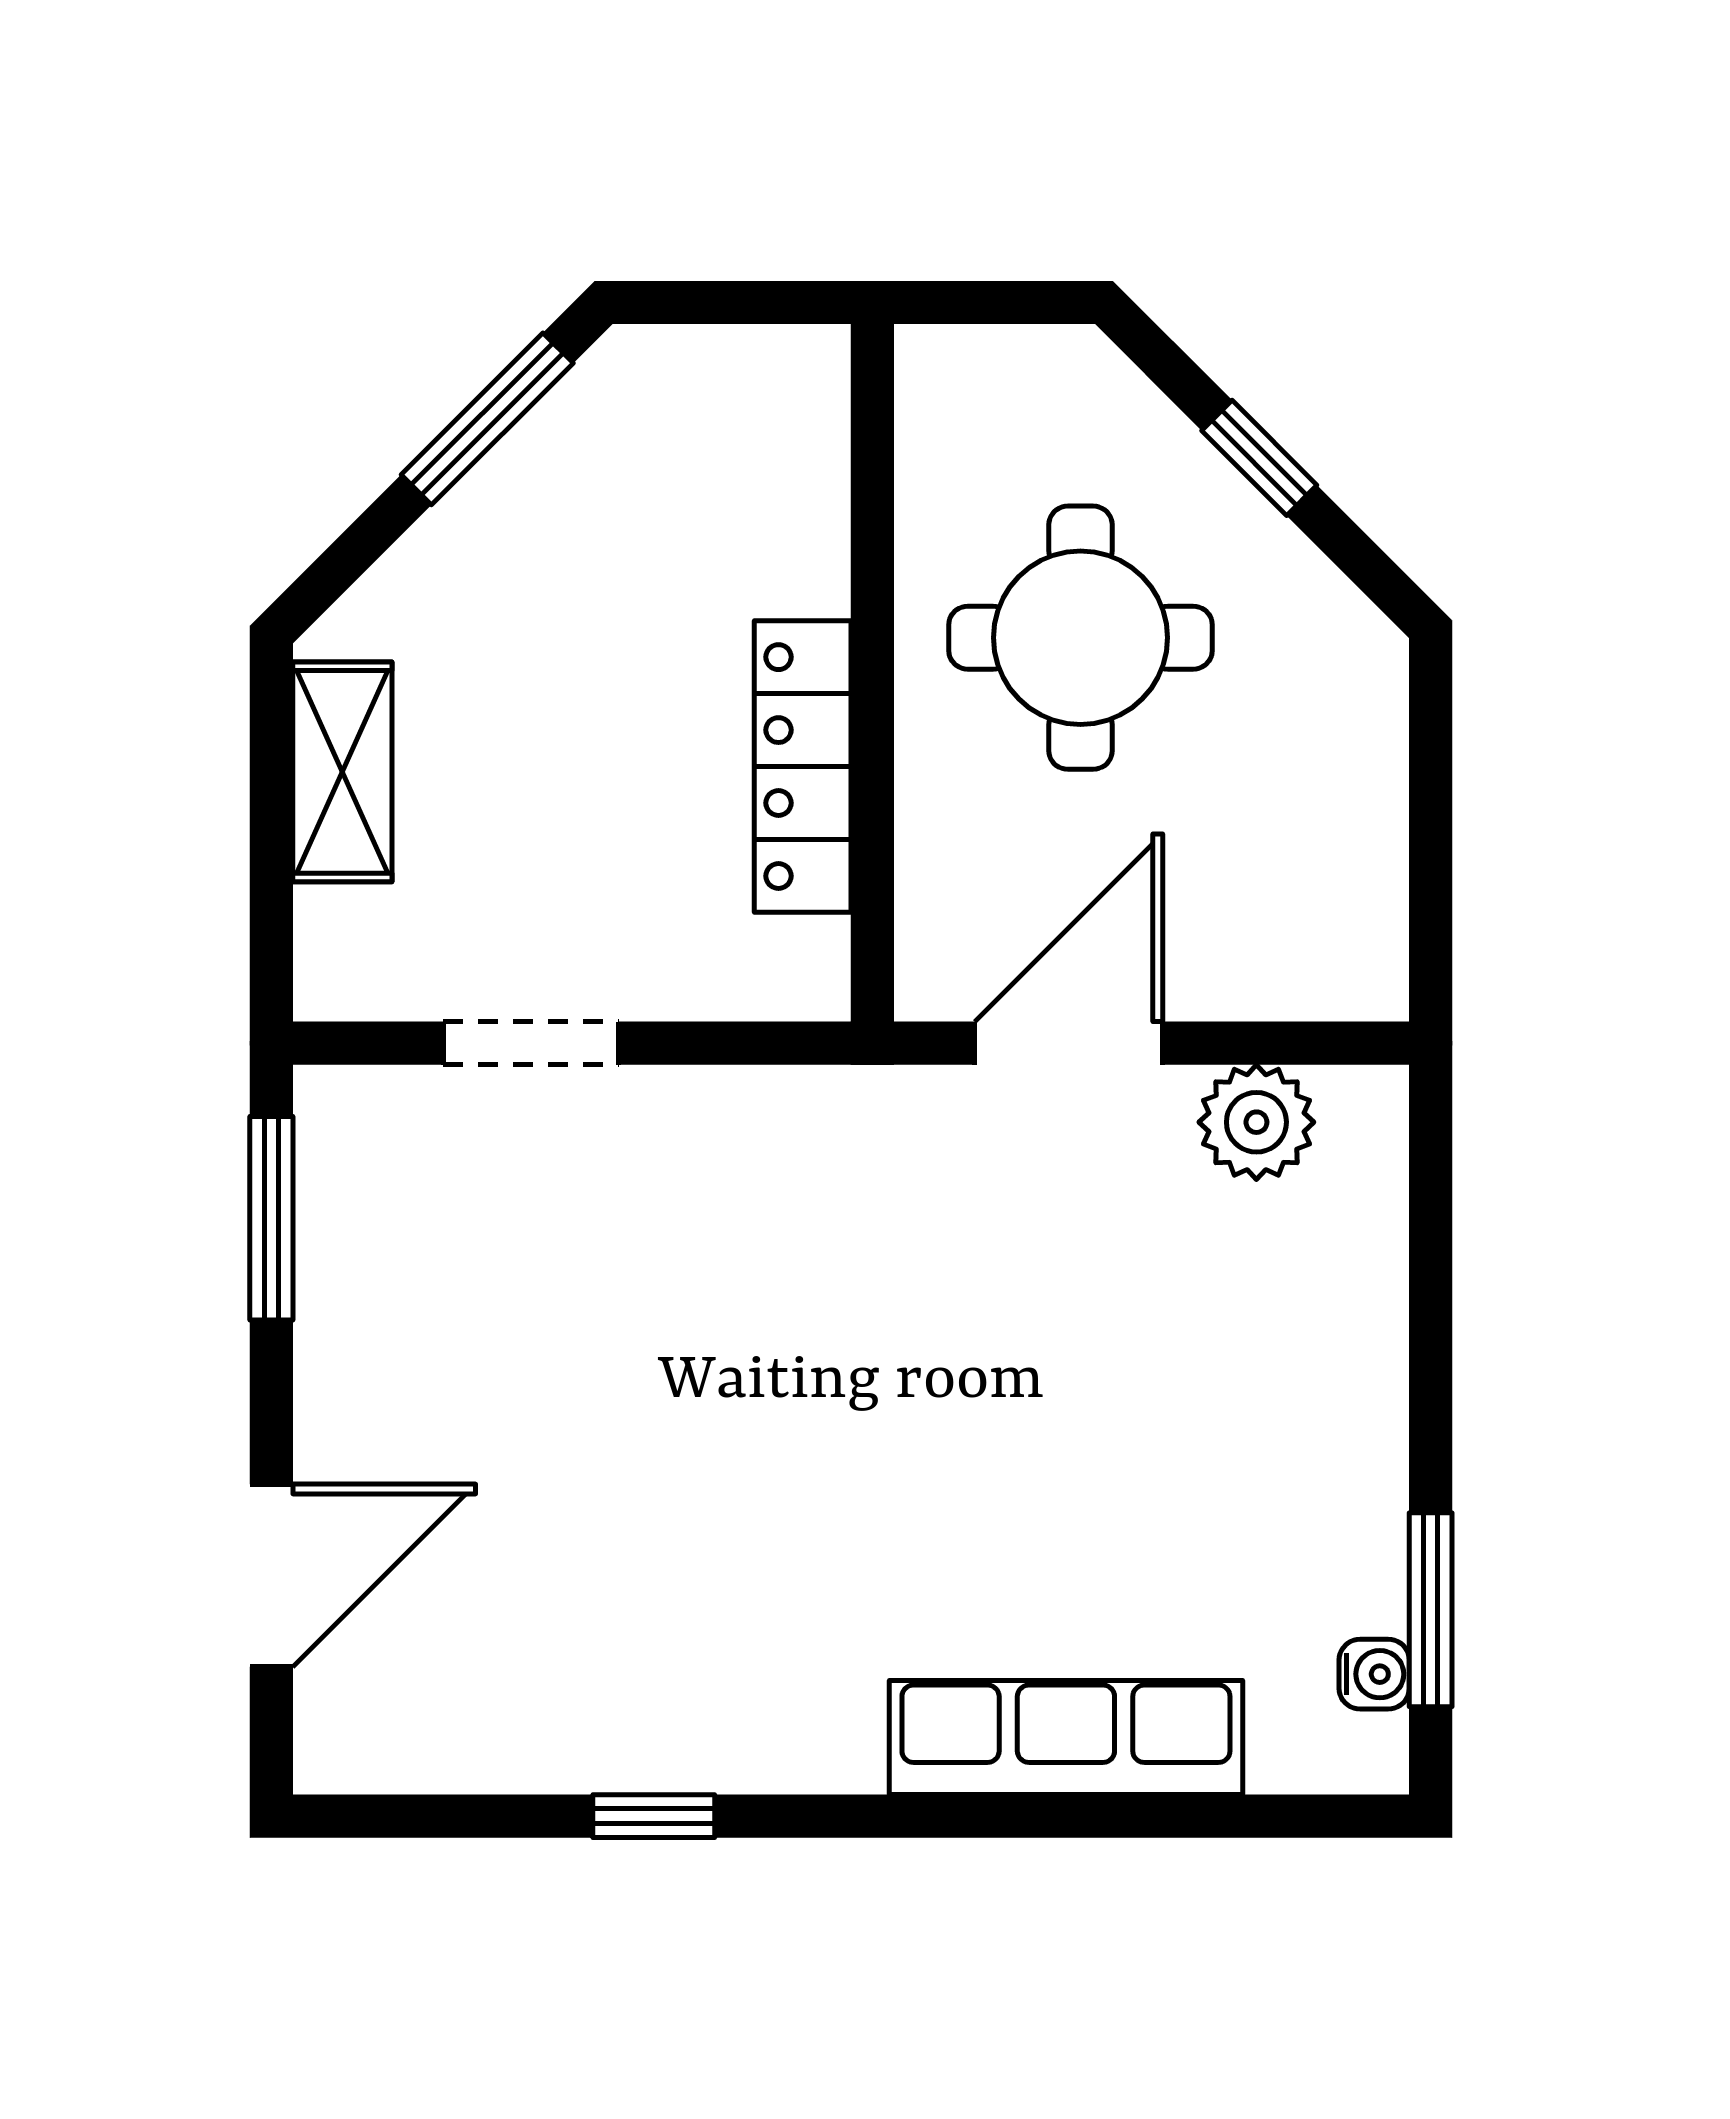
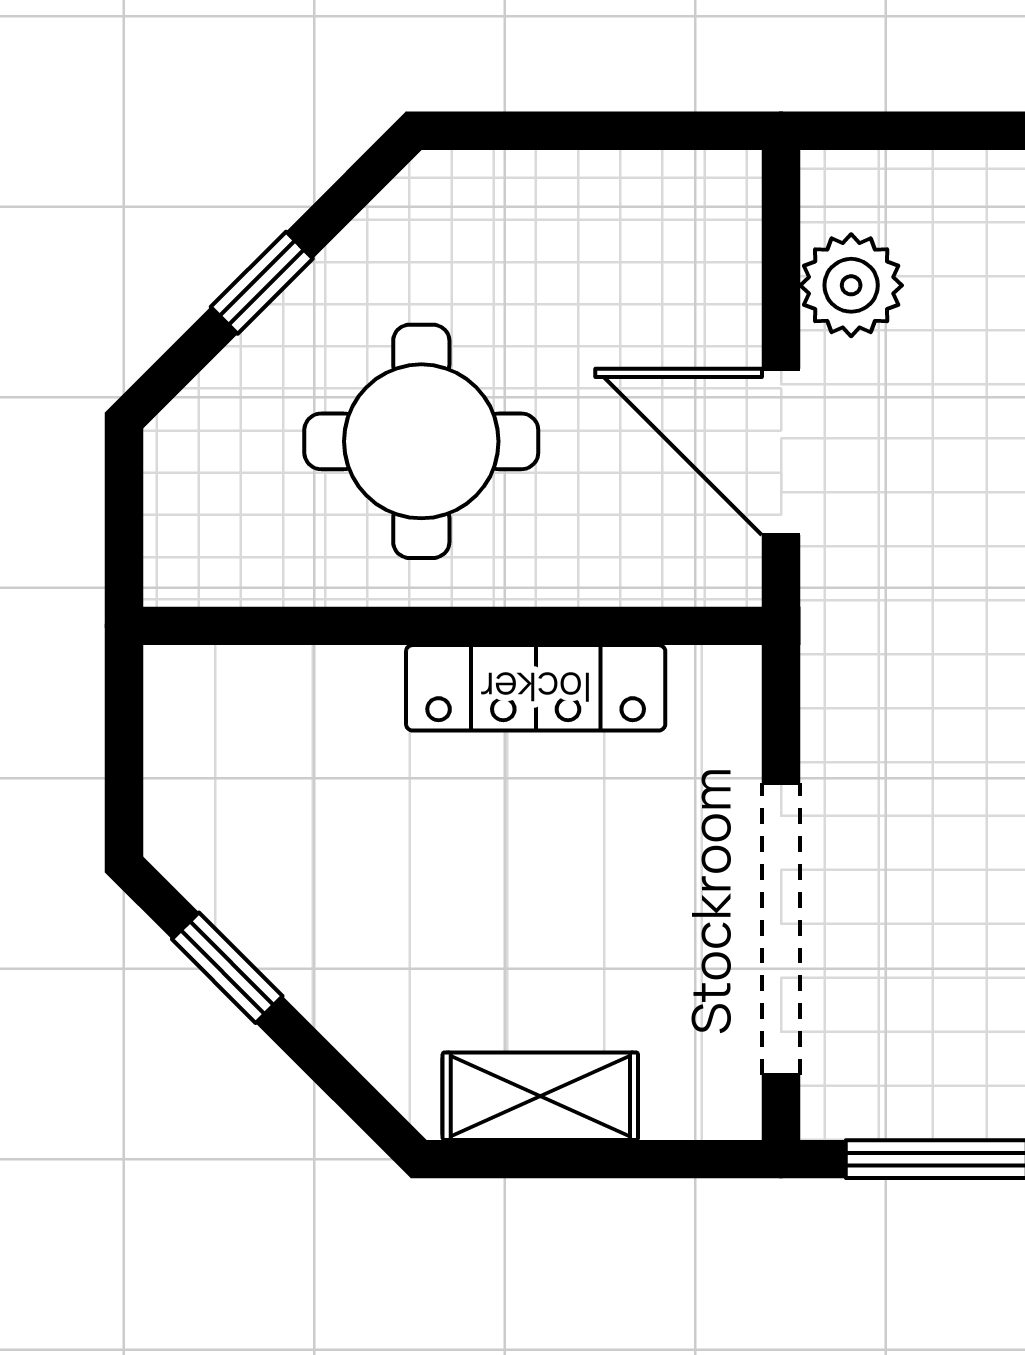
window: (487, 419) -> (227, 968), width x0.67
doorway: (531, 1043) -> (781, 929), width x1.88

